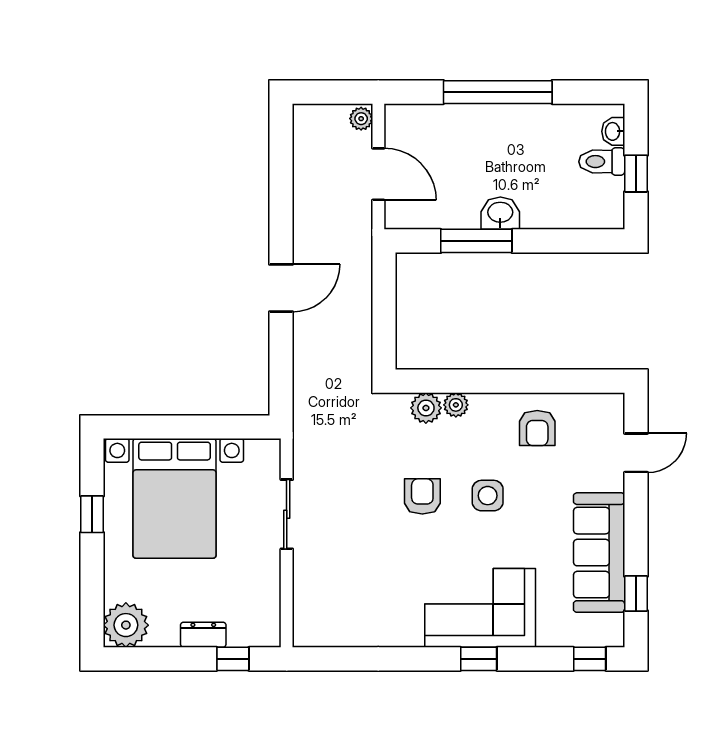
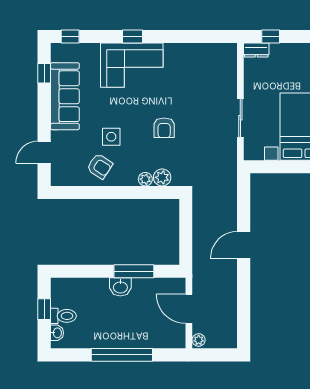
armchair: (537, 428) -> (100, 166), turned 123
side table: (488, 496) -> (111, 137), moved
dresser: (203, 635) -> (256, 50), moved

